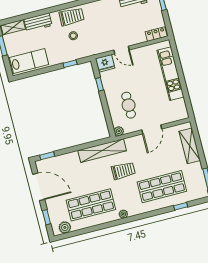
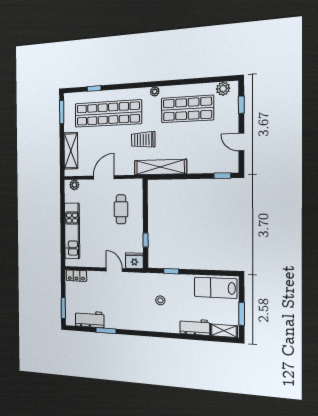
trolley: (72, 17) -> (157, 321), removed
plant: (119, 131) -> (74, 185), moved
door: (39, 187) -> (241, 142), width x0.53
shop shelf: (162, 187) -> (108, 114), width x1.40

